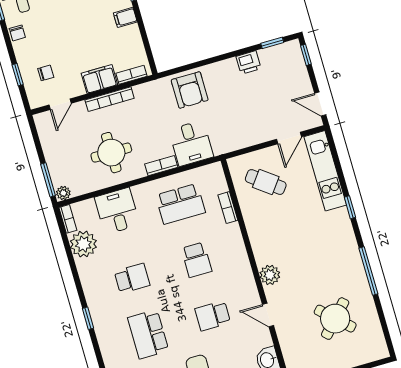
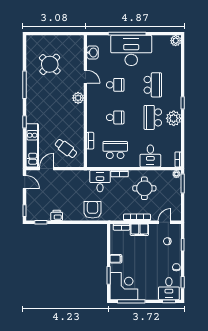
plant: (83, 244) -> (174, 118), moved
school desk: (197, 260) -> (115, 117), turned 90
school desk: (132, 278) -> (153, 117), width x1.85

